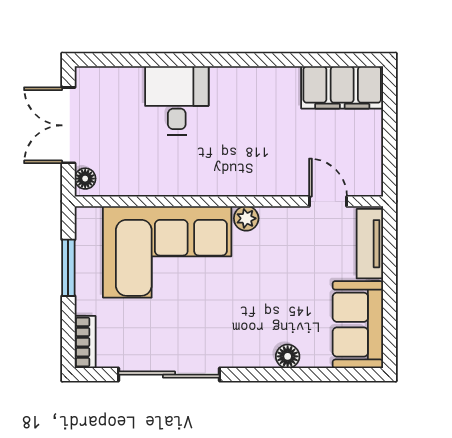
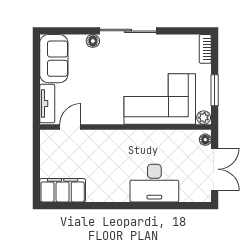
desk: (177, 100) -> (154, 183), width x1.37
door: (328, 201) -> (70, 127), swing flipped
plant: (246, 218) -> (204, 118), moved
sliding door: (169, 375) -> (128, 31), moved

